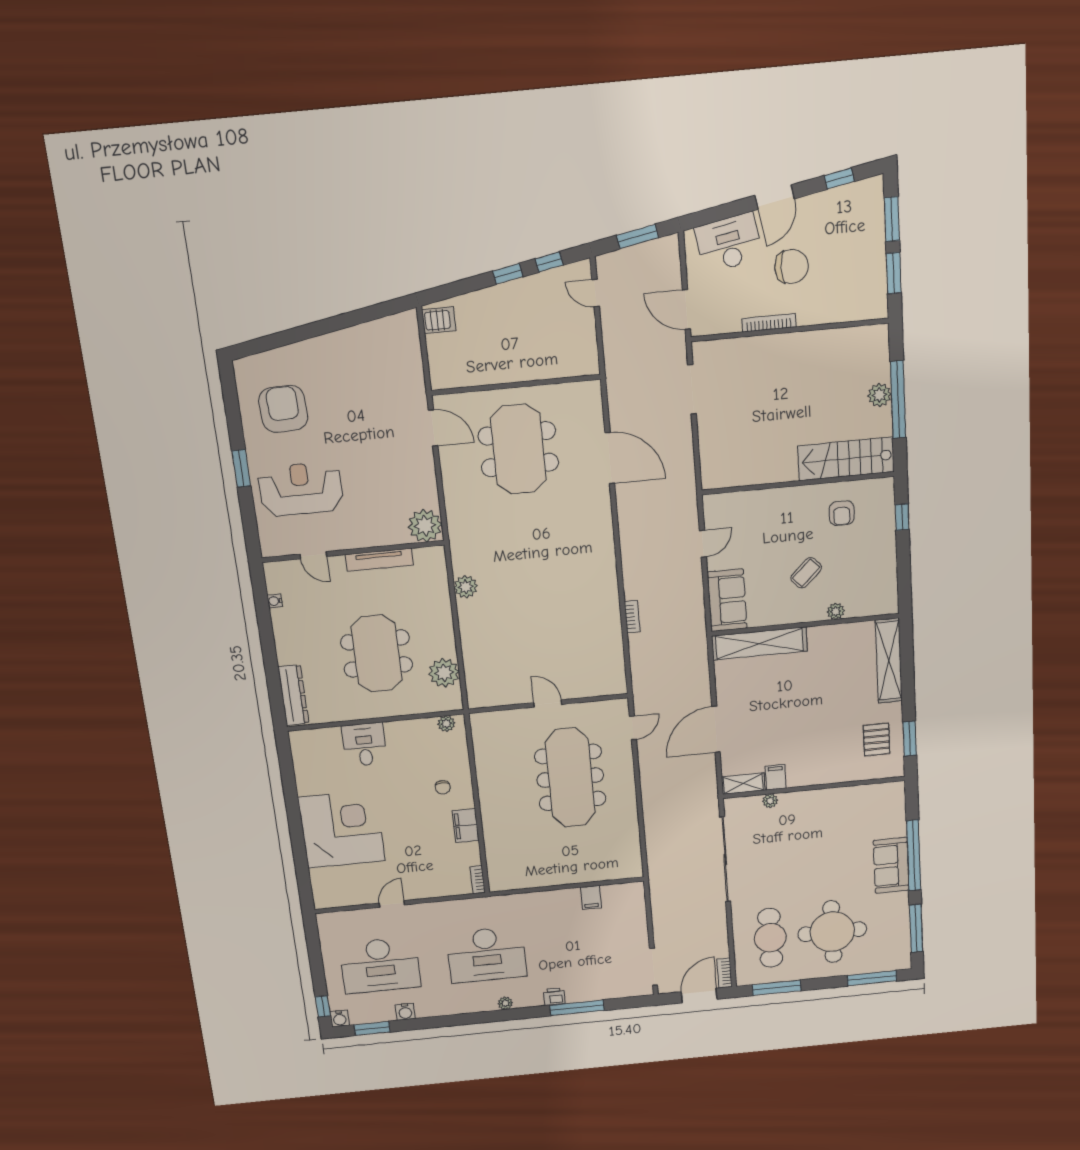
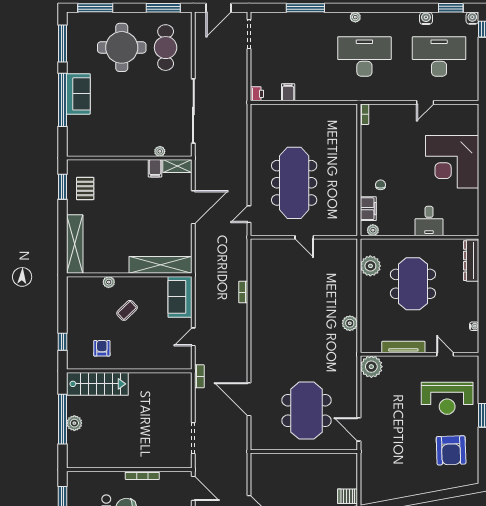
filing cabinet: (466, 826) -> (368, 209), moved
bookcase: (725, 973) -> (199, 376), moved
printer: (554, 997) -> (257, 94), moved, turned -90

